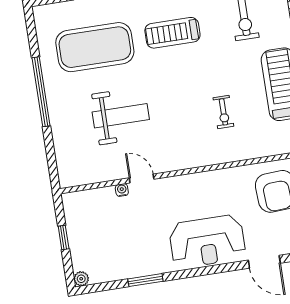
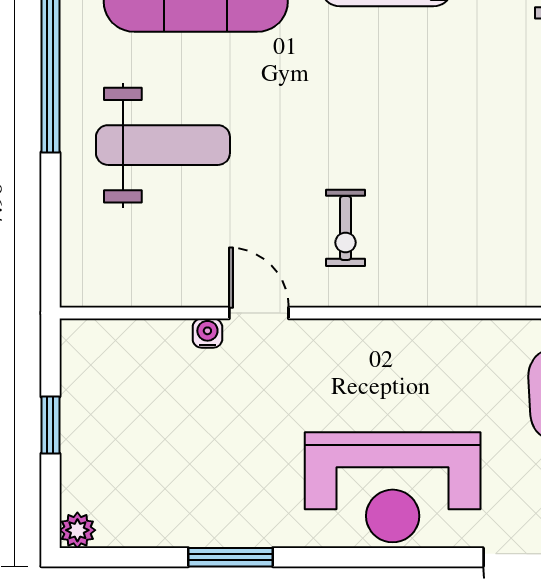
exercise bike: (223, 112) -> (346, 228), moved
weight bench: (121, 116) -> (163, 145), moved

